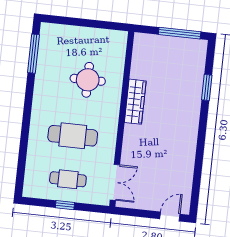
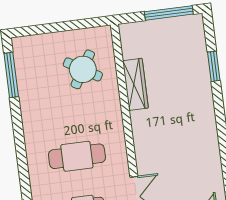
round table: (88, 80) -> (83, 69), moved, turned 31
wardrobe: (135, 102) -> (135, 84), moved

